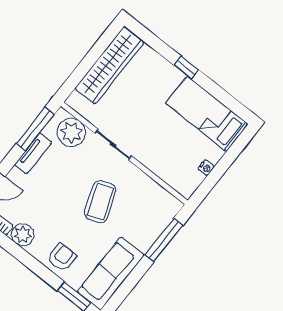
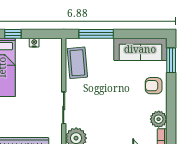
window: (233, 153) -> (13, 34), added
coffee table: (100, 202) -> (77, 63), moved, turned -75

